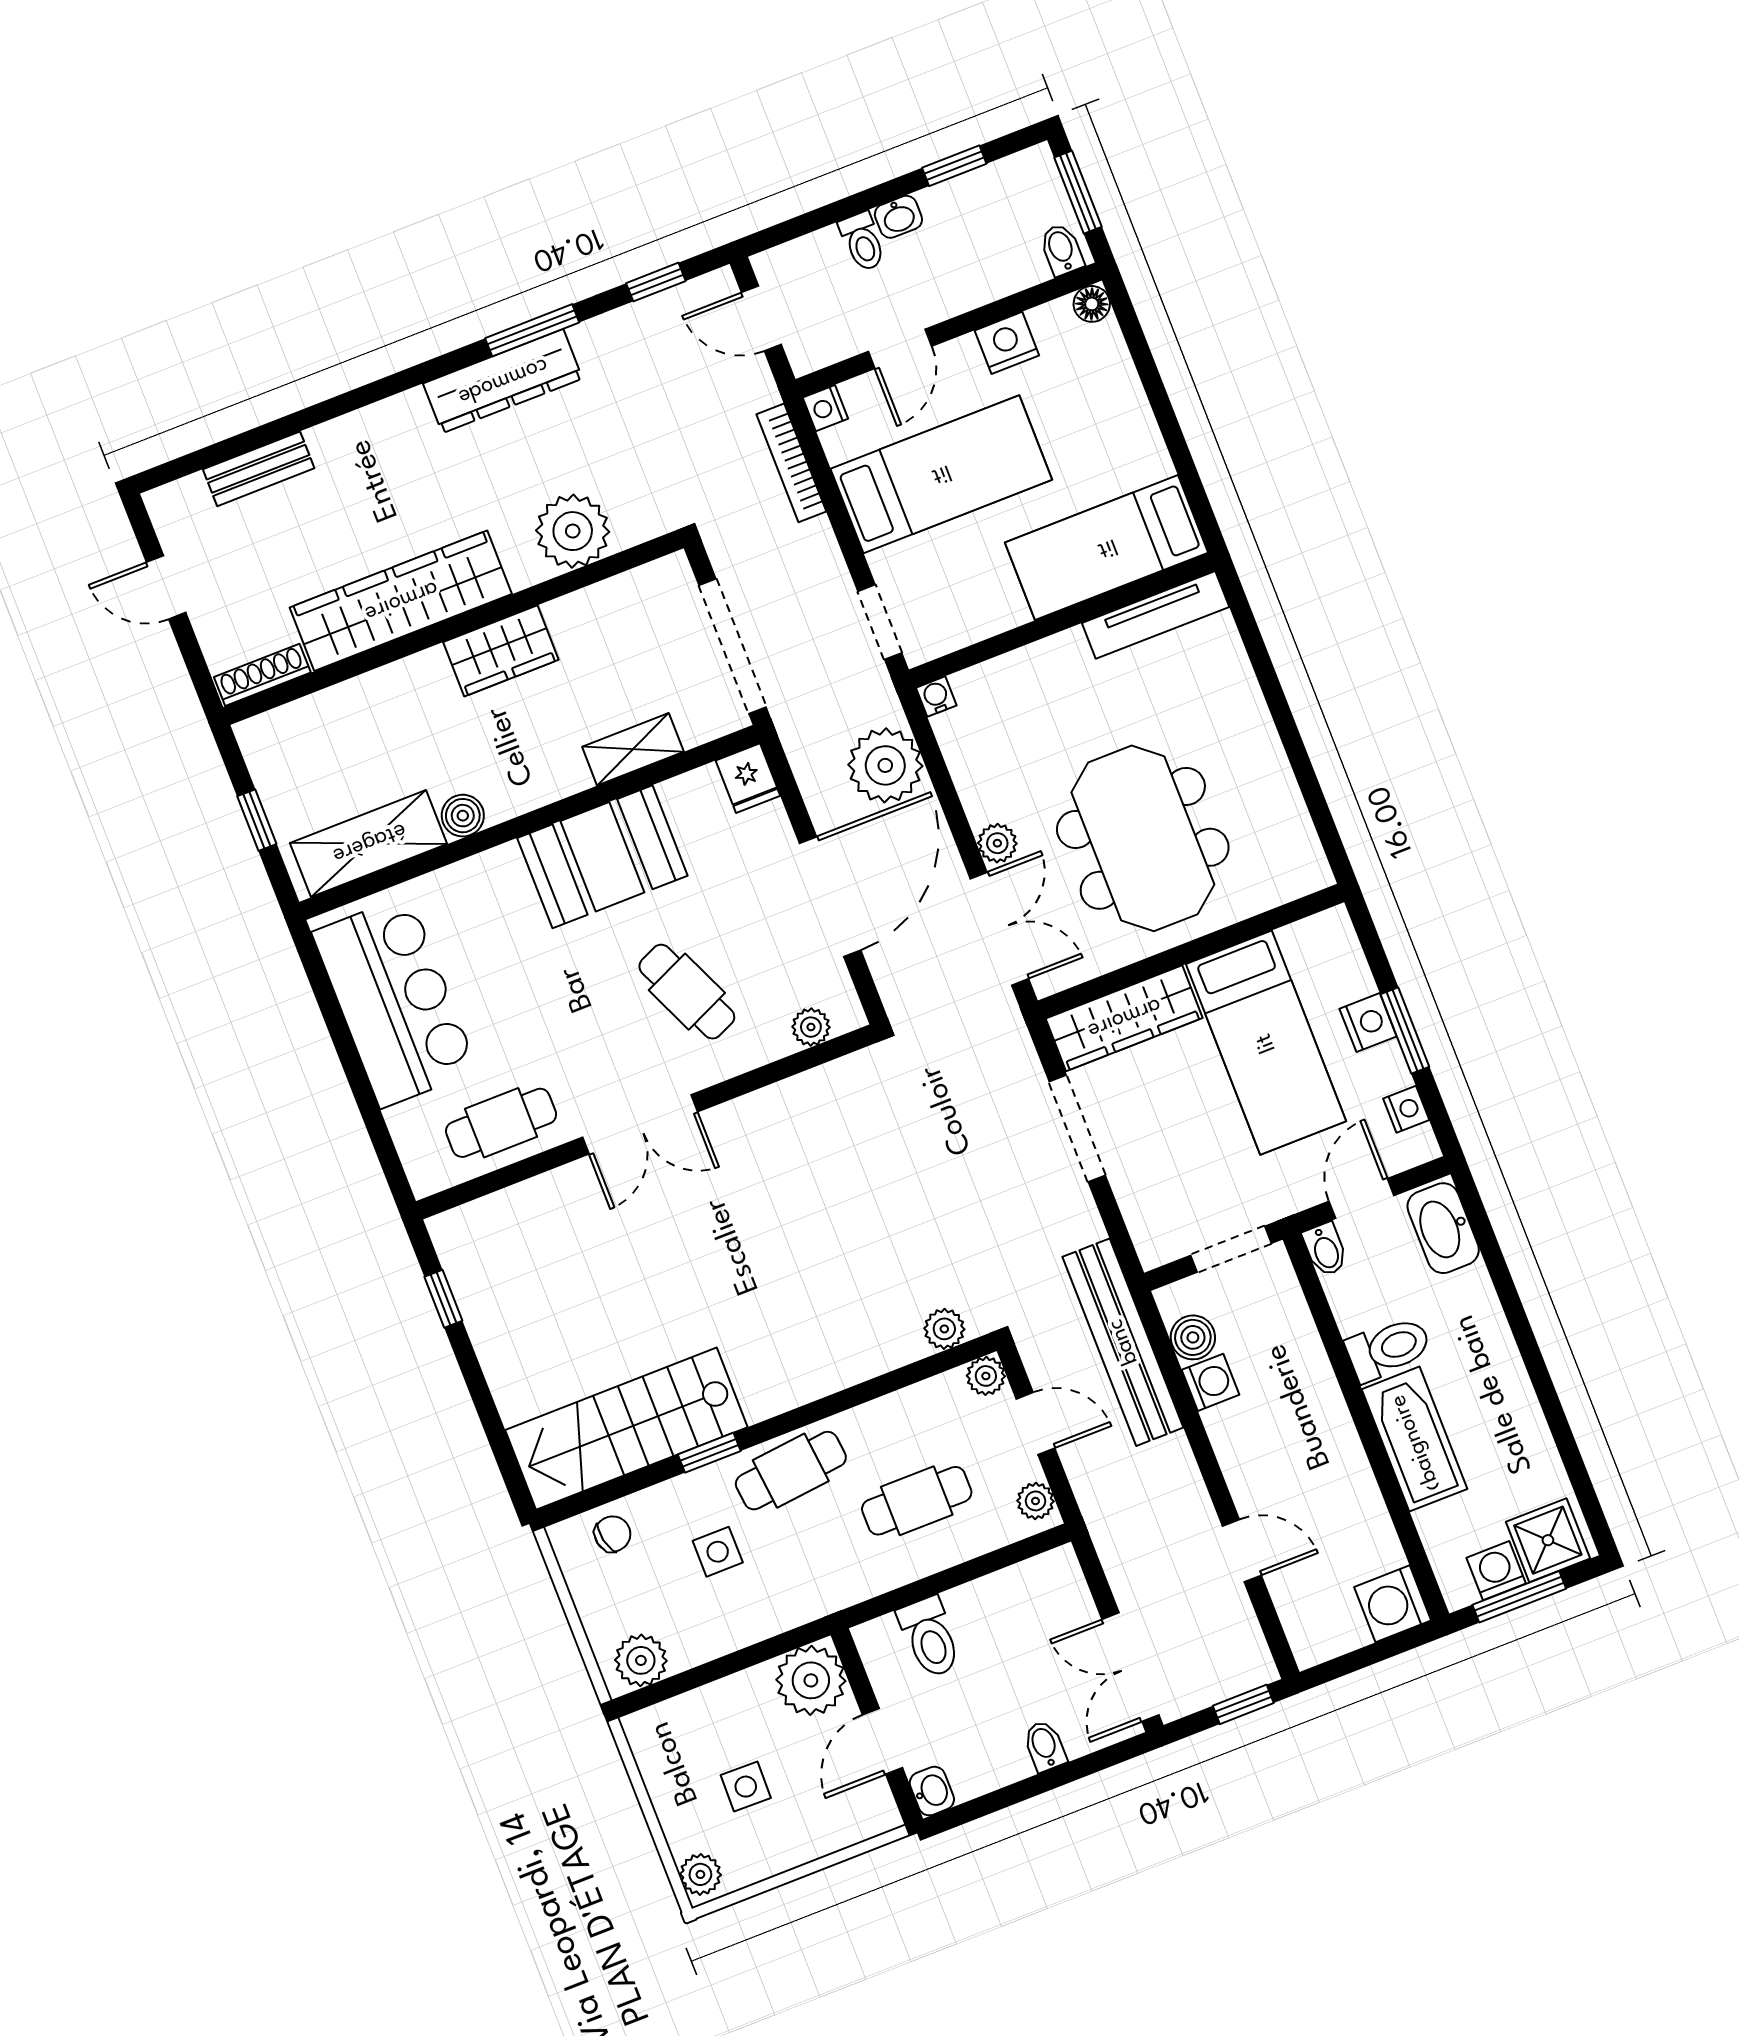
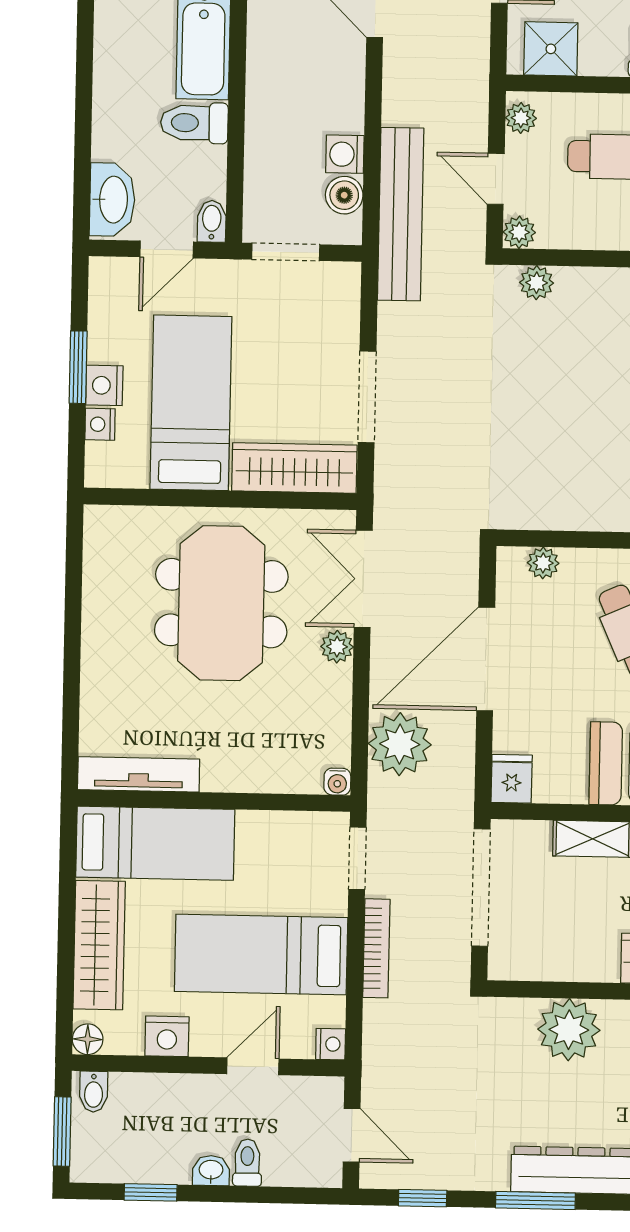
wardrobe: (1122, 411) -> (99, 945), added
bookcase: (791, 463) -> (376, 948), moved
nightstand: (1406, 1109) -> (100, 424), moved
shower: (1034, 1590) -> (551, 49), added

